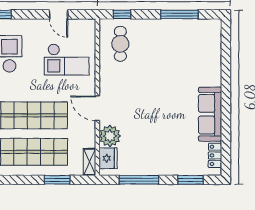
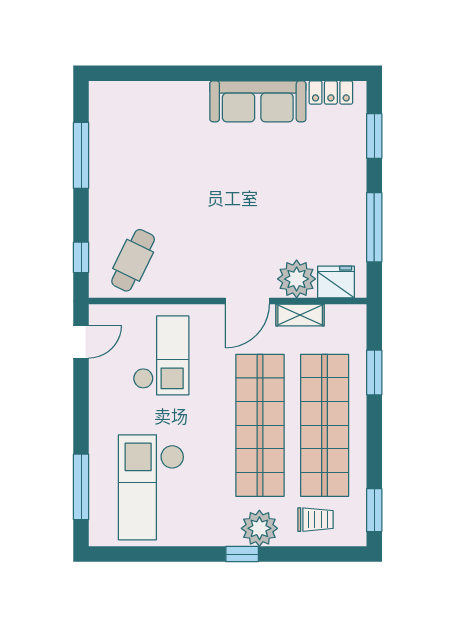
door: (59, 14) -> (81, 342), moved
cafe table: (120, 44) -> (133, 260), turned -64
shelving: (90, 162) -> (300, 315), moved

